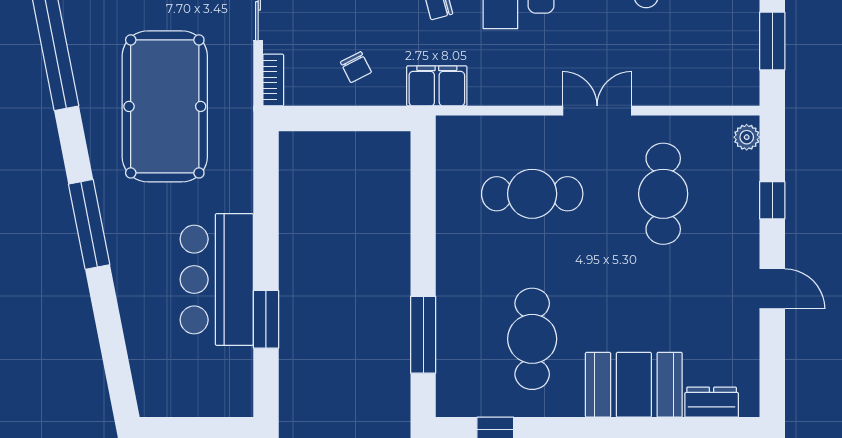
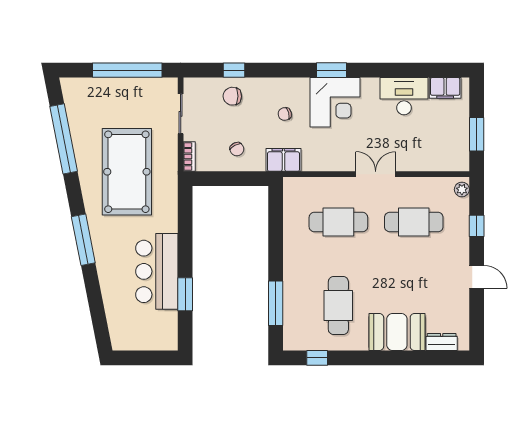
cafe table: (663, 194) -> (414, 222), turned 90

